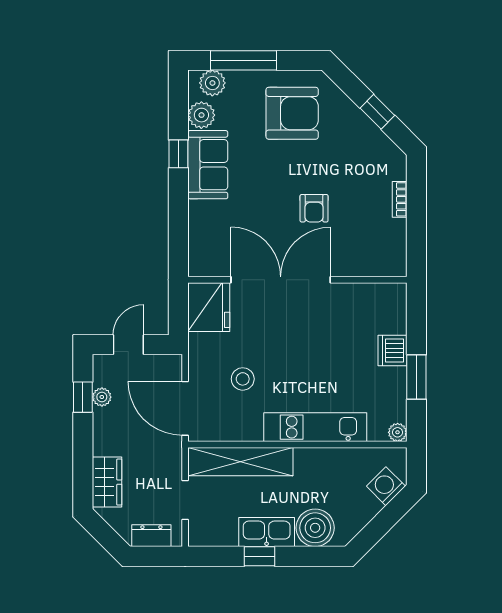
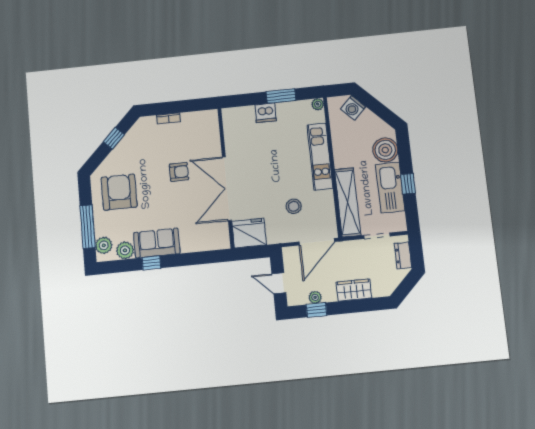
wardrobe: (107, 482) -> (354, 290), moved
kitchen sink: (267, 532) -> (390, 188), width x1.36, depth x1.24

